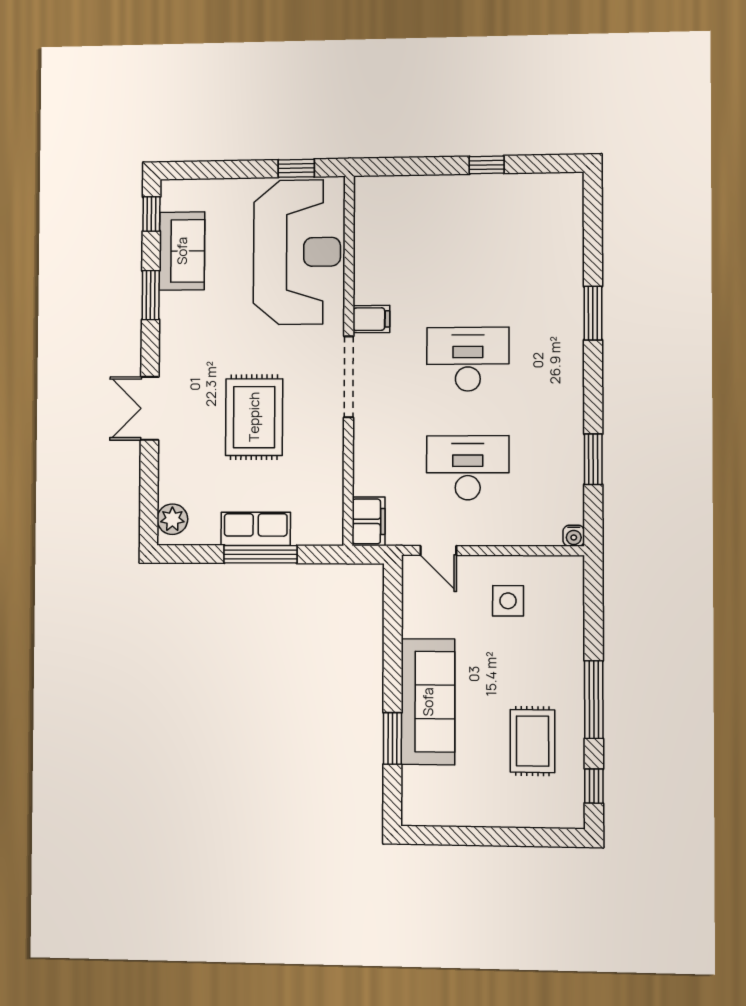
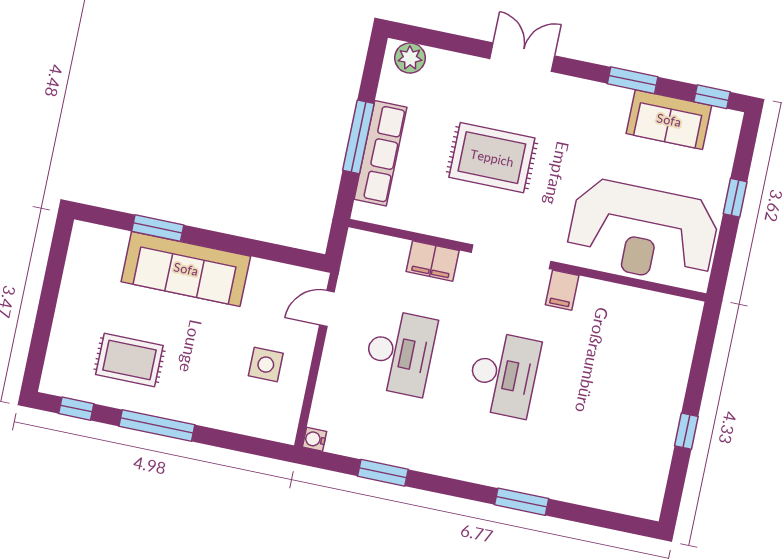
window: (296, 168) -> (735, 198), moved
filing cabinet: (369, 521) -> (433, 261), moved
row of seats: (256, 529) -> (380, 153), width x1.48

